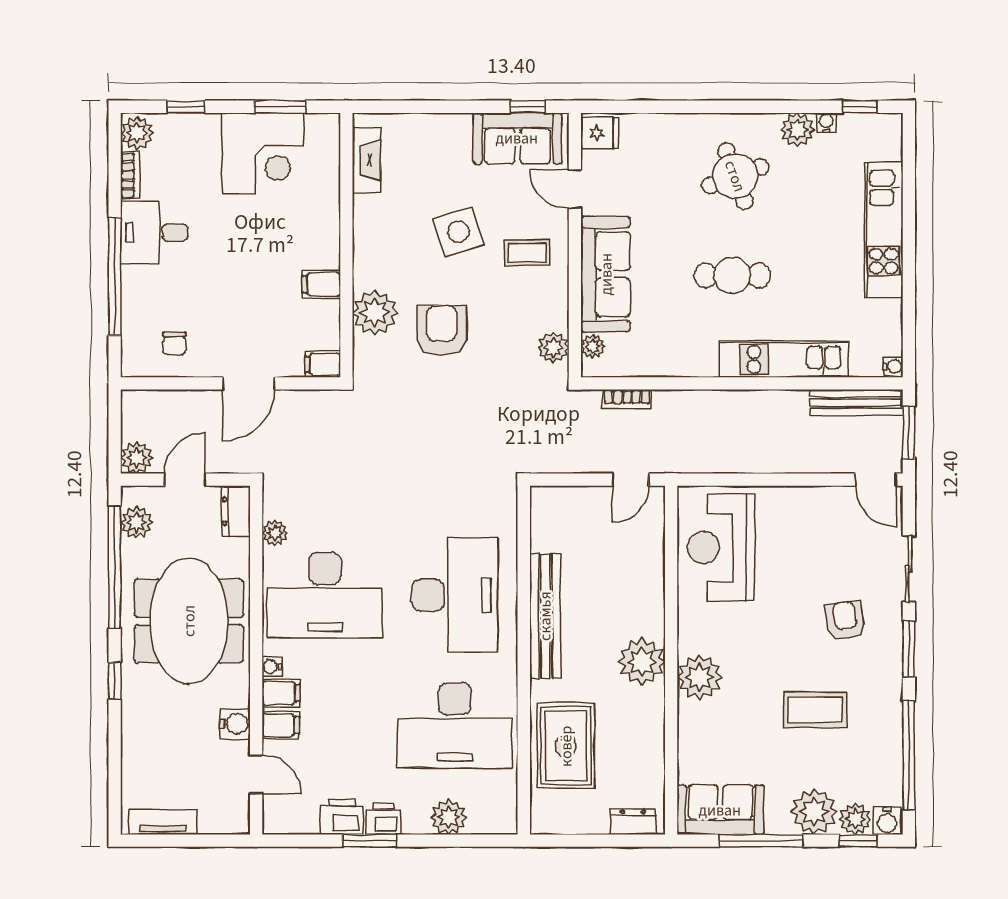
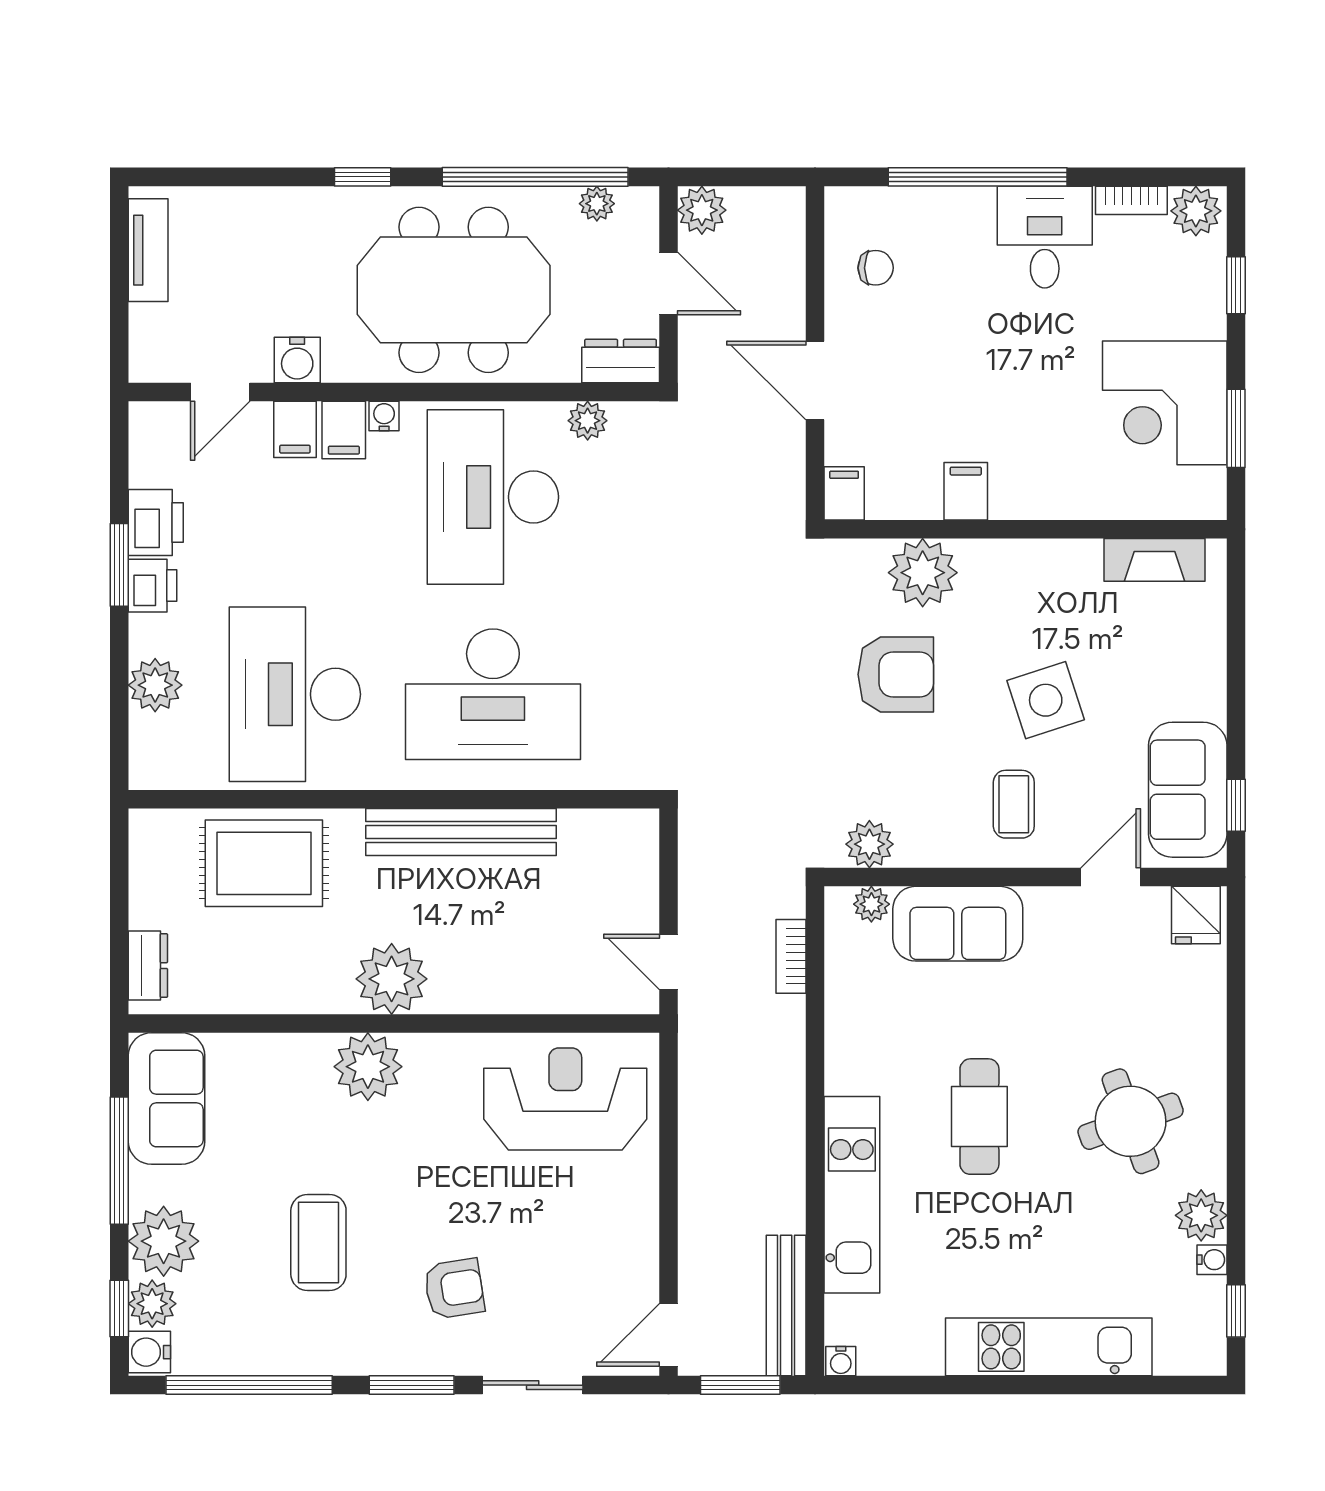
sofa: (606, 274) -> (958, 924), width x0.73
chair: (174, 344) -> (876, 268), turned 180
plant: (137, 523) -> (597, 204), width x0.73, depth x0.73

